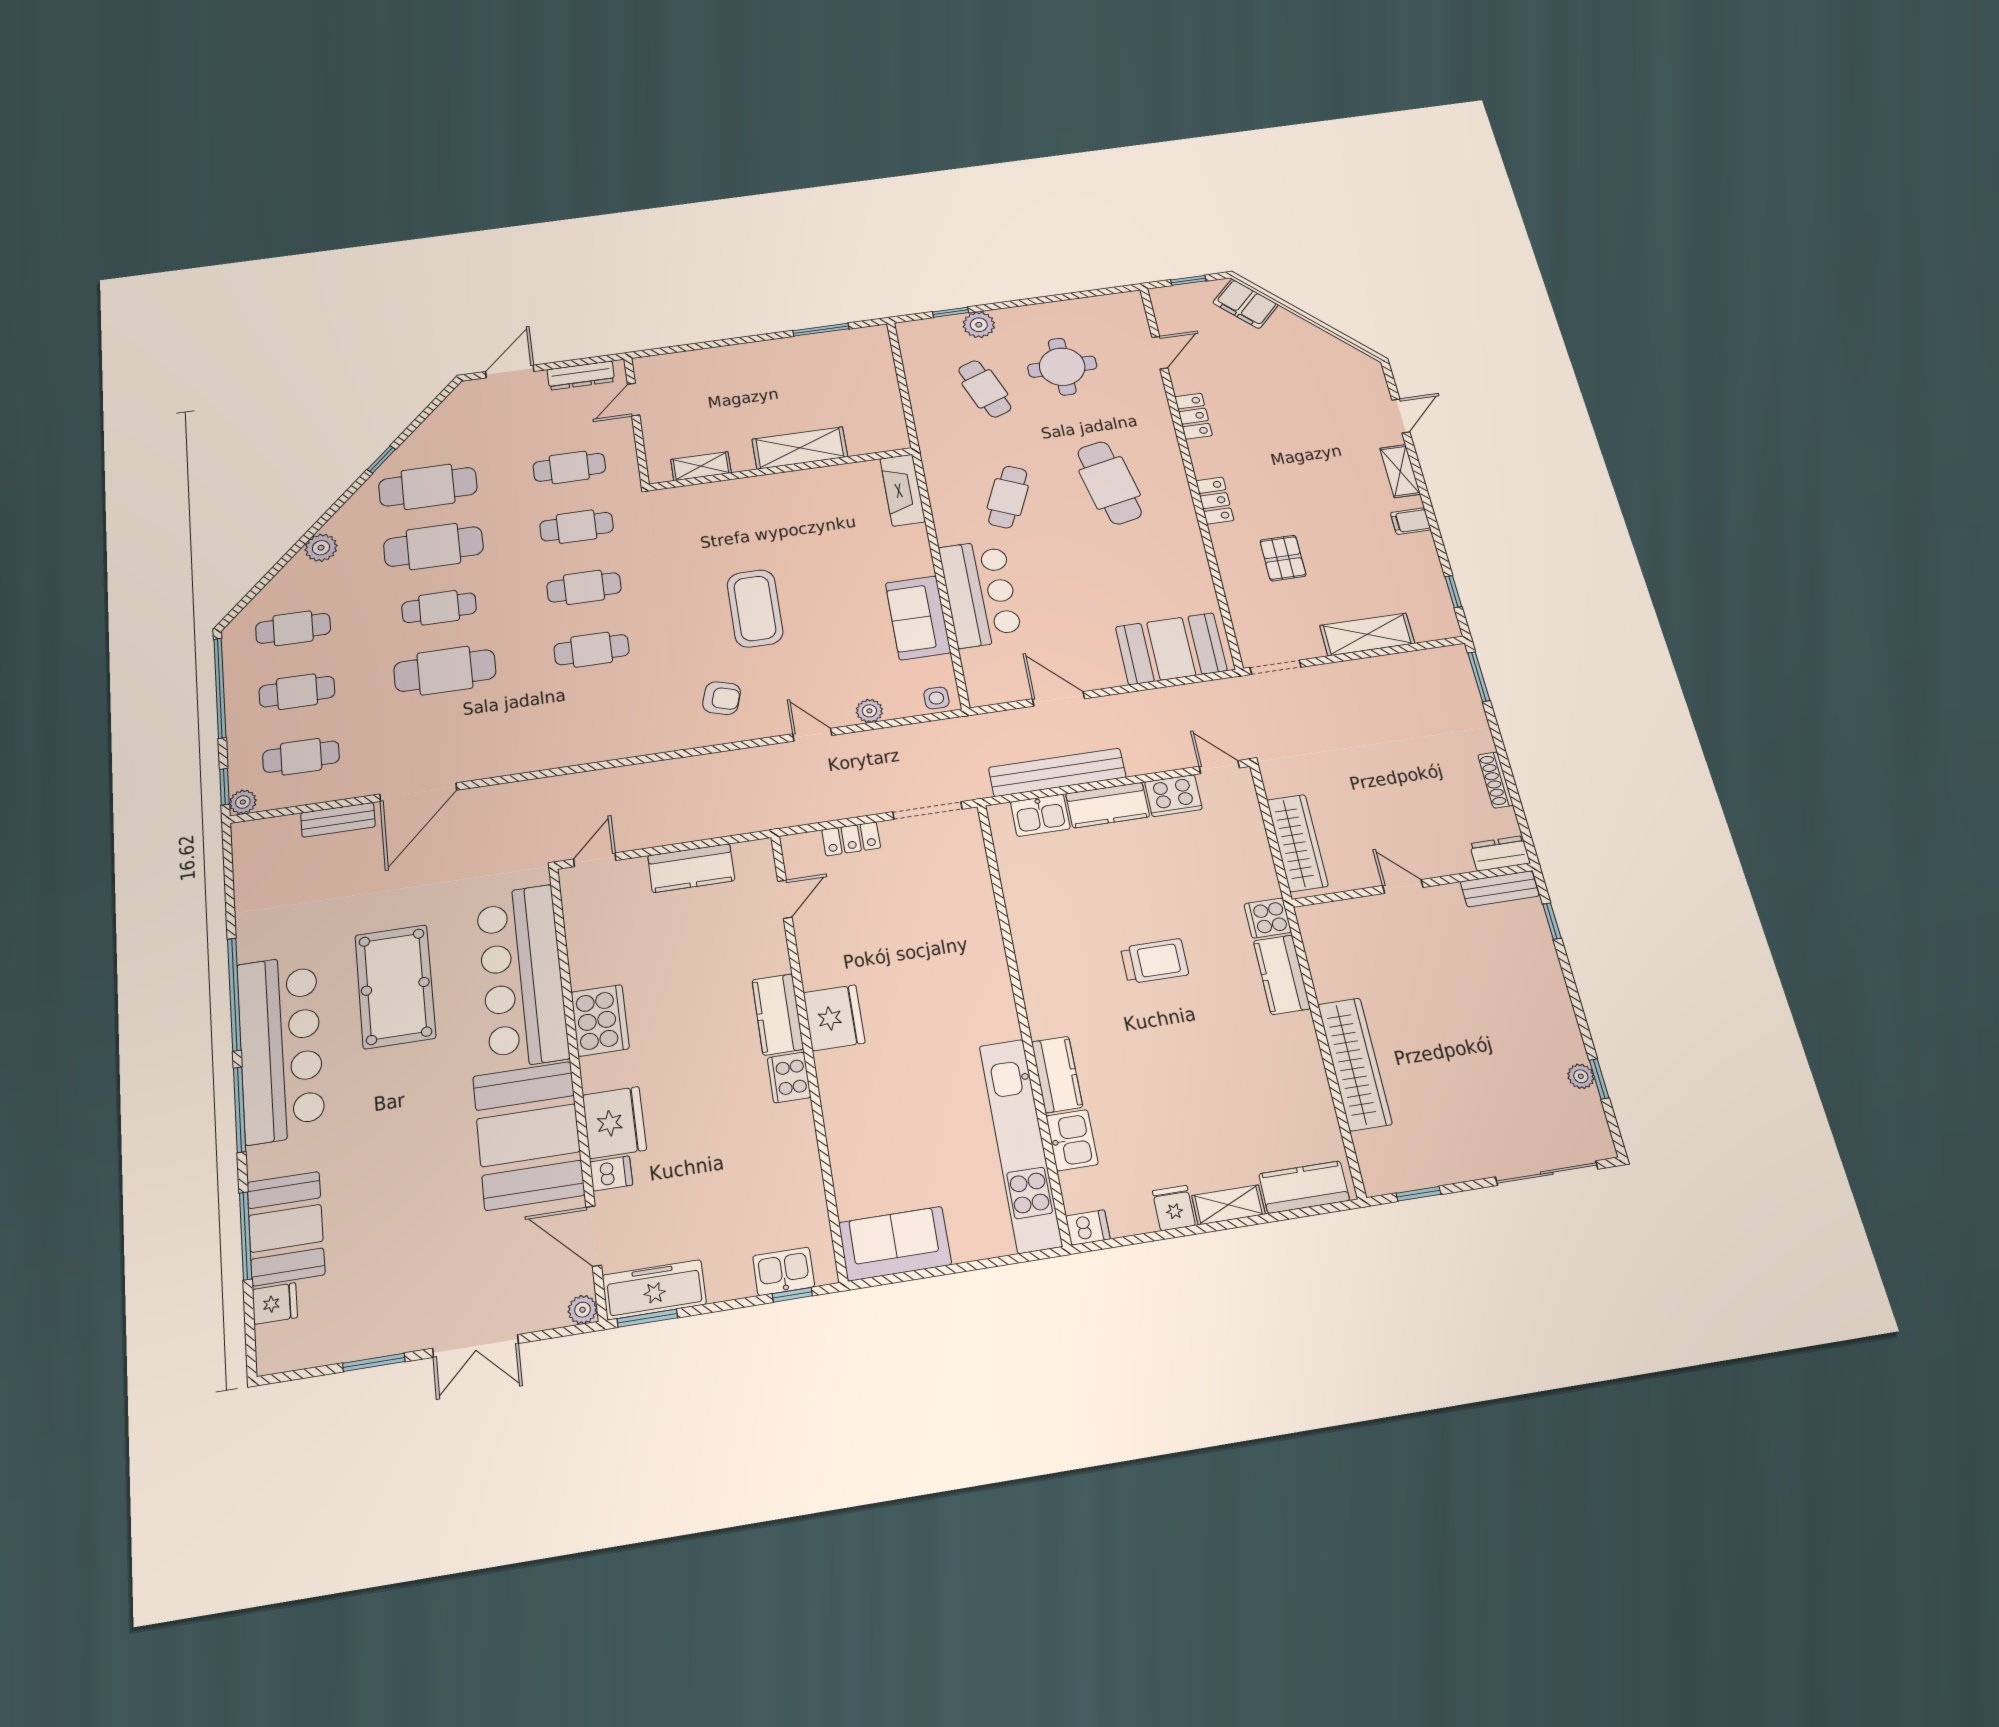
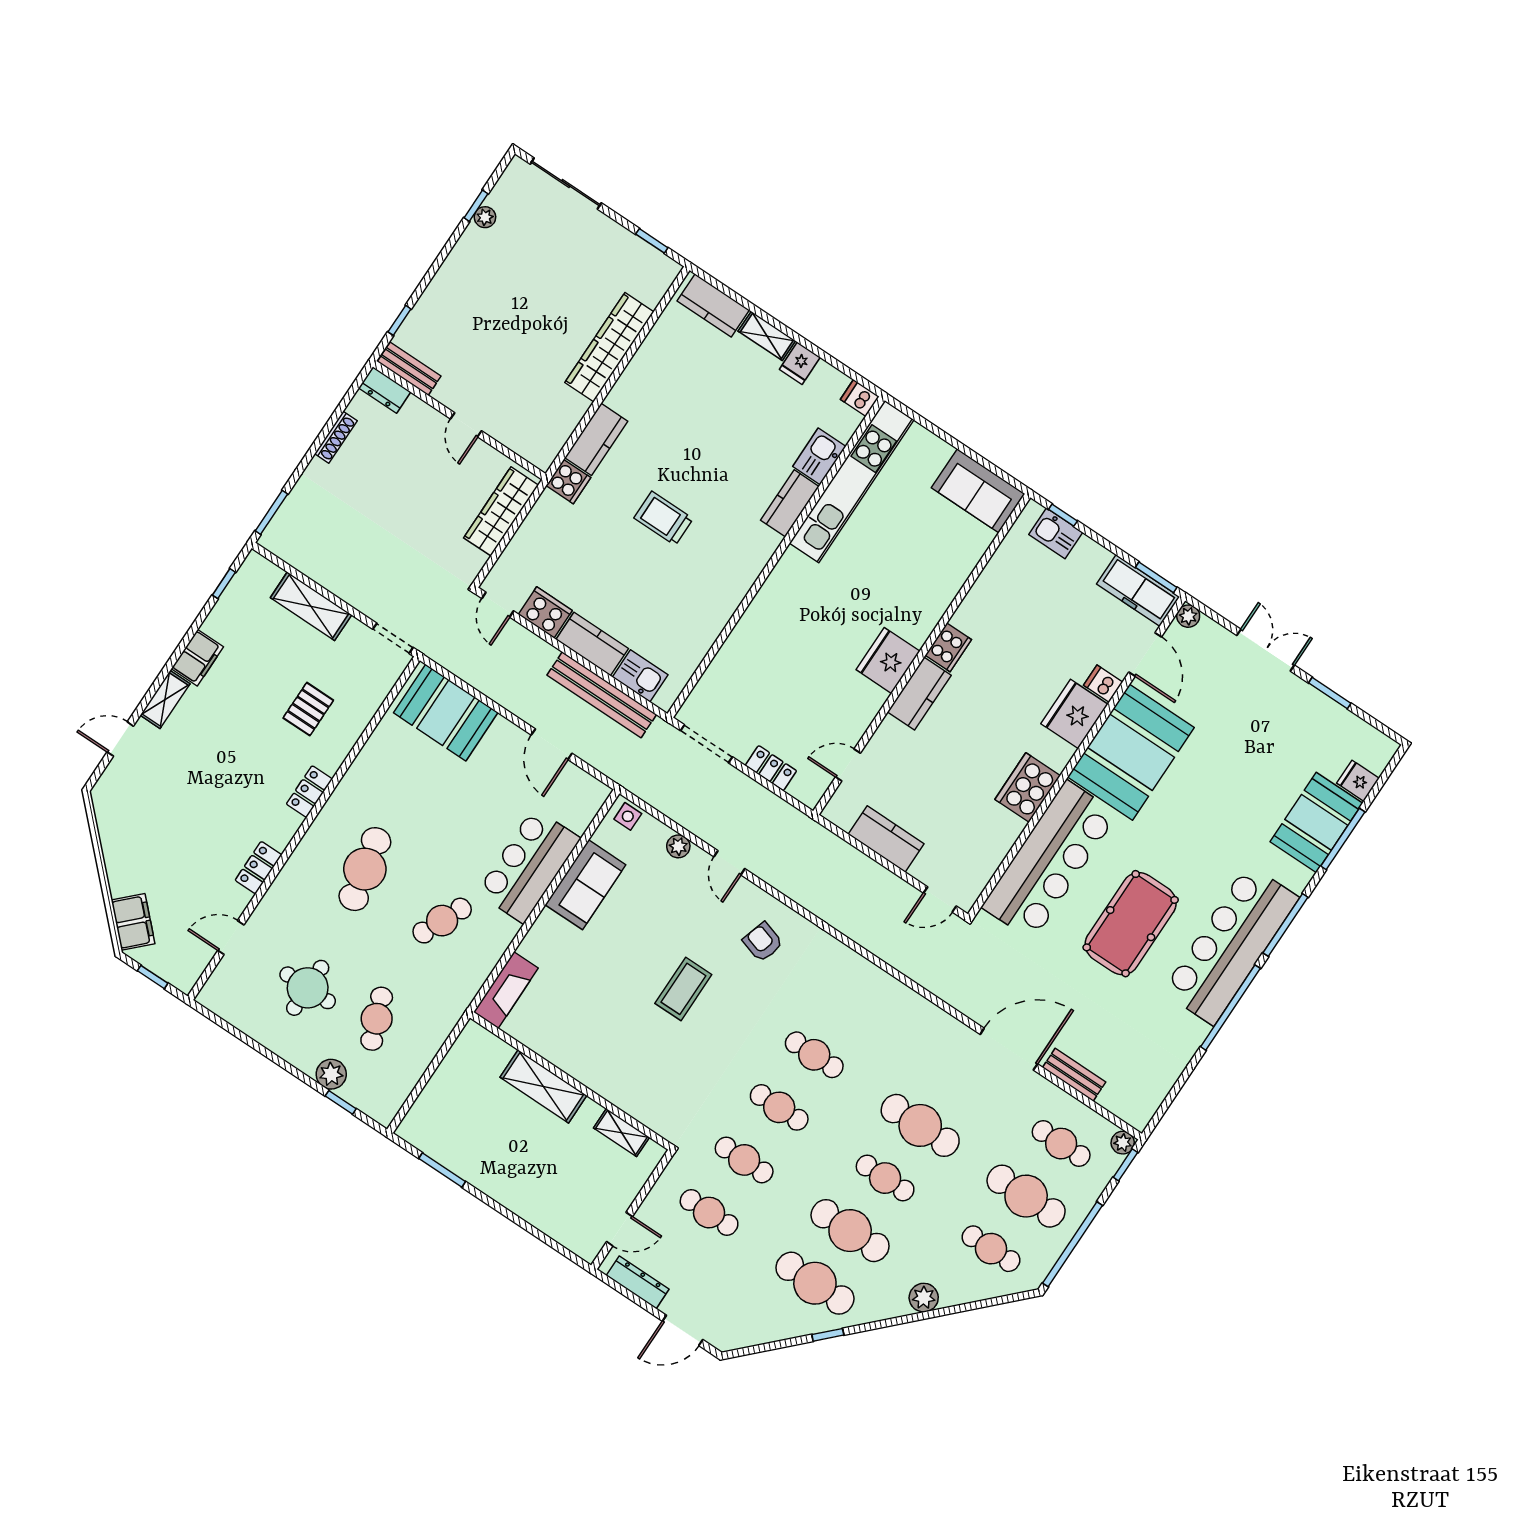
filing cabinet: (1411, 521) -> (197, 658), width x2.00
coffee table: (755, 608) -> (683, 989), width x0.73, depth x0.76
cafe table: (297, 692) -> (1026, 1196), width x1.37, depth x1.35

